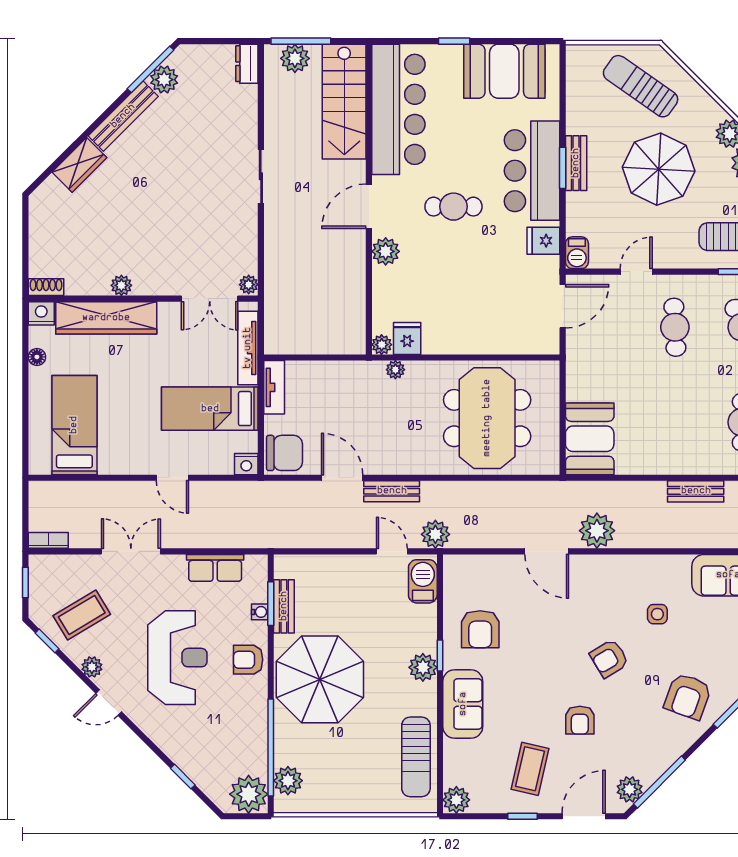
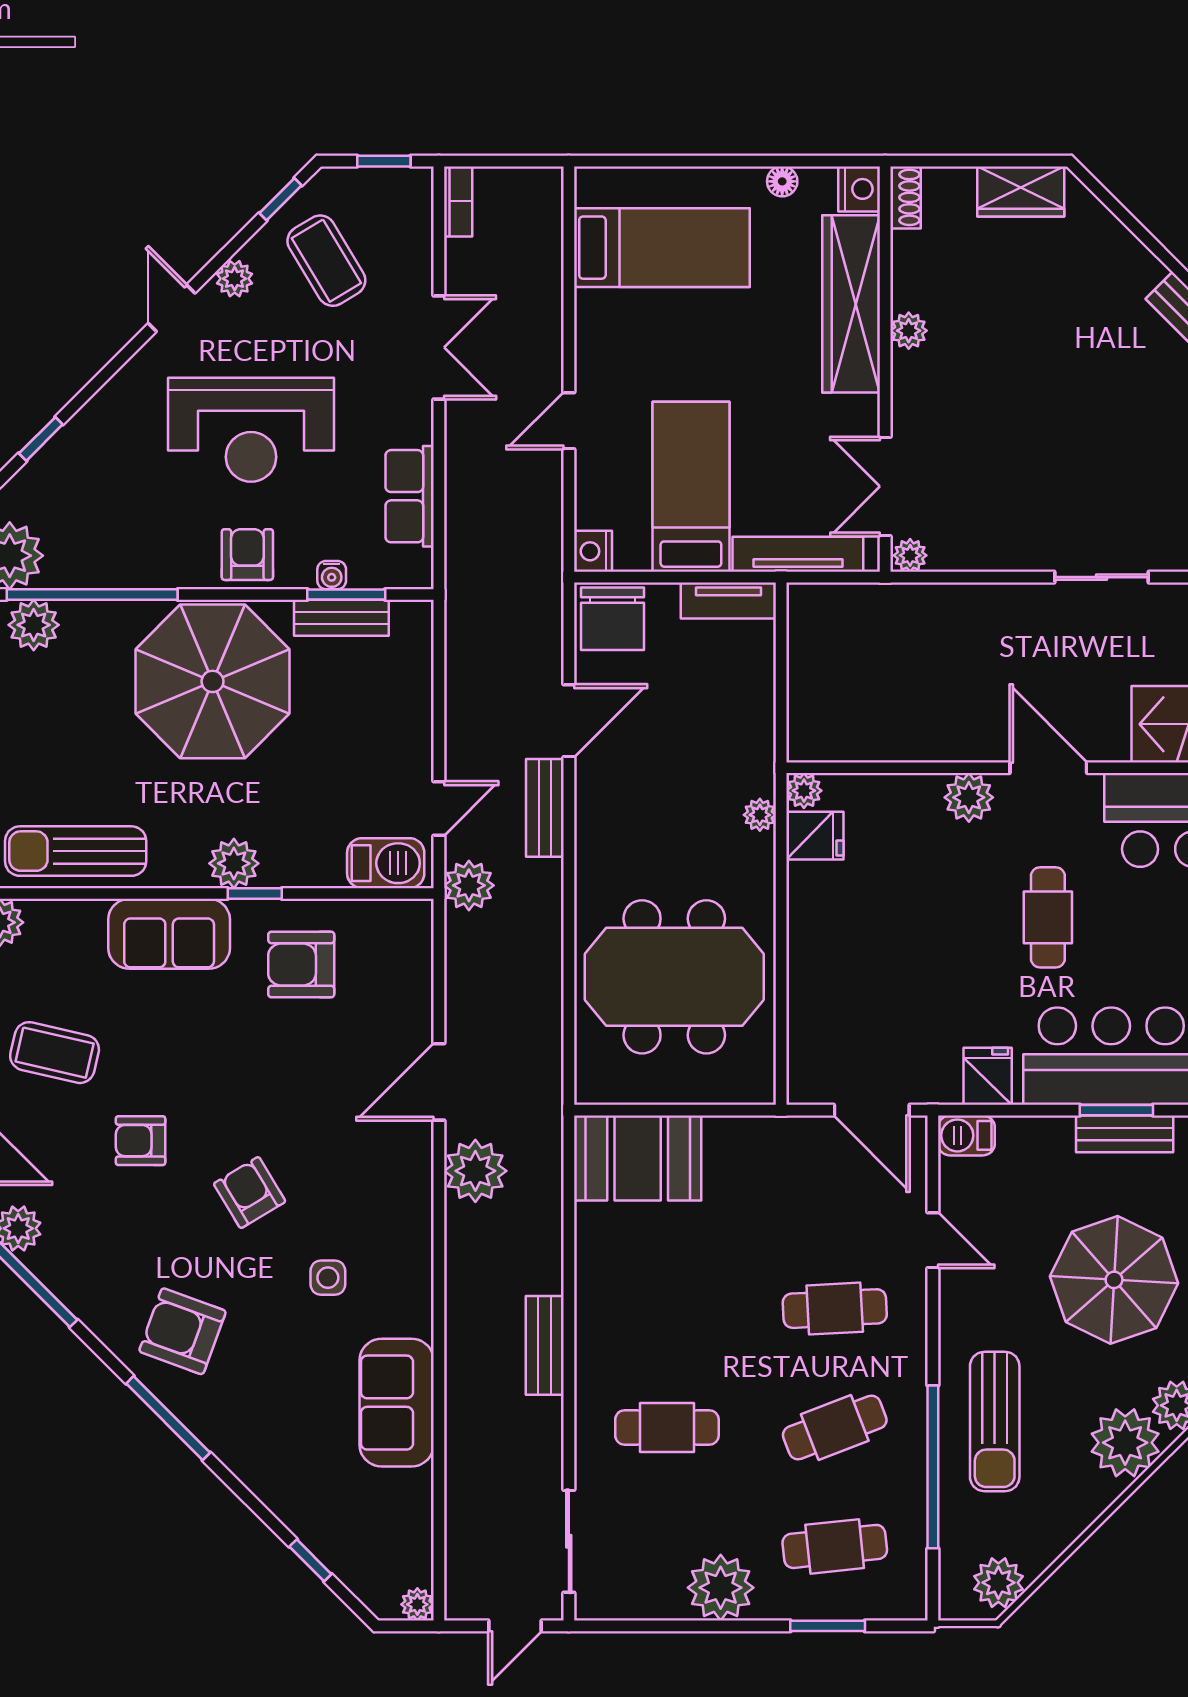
wardrobe: (79, 165) -> (1021, 191), moved, turned -45

